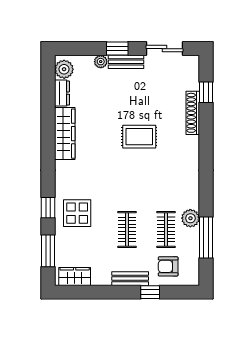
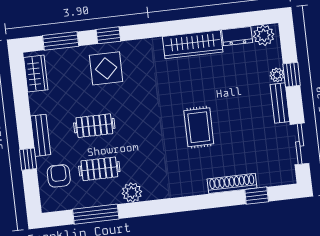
window: (117, 49) -> (292, 75), moved
plant: (190, 218) -> (132, 192), moved

